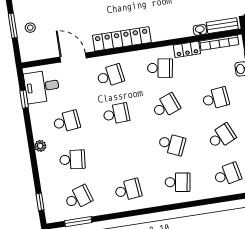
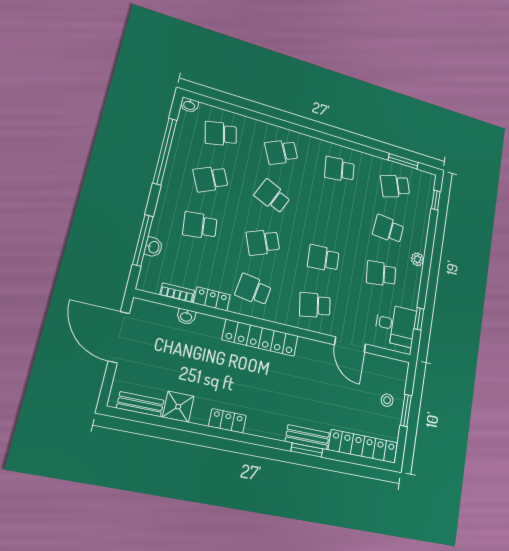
bench: (222, 26) -> (155, 310), removed
locker: (122, 39) -> (260, 338), moved
bookcase: (219, 43) -> (177, 293), width x0.64
school desk: (178, 182) -> (281, 152), turned -33

